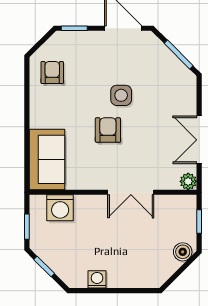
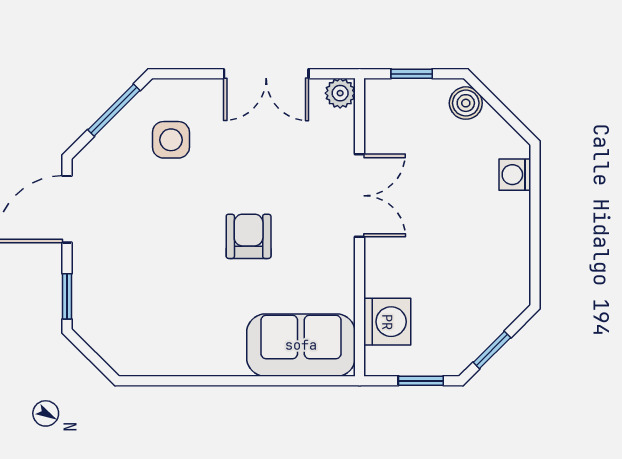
armchair: (52, 73) -> (146, 336), removed
side table: (121, 95) -> (171, 140), moved
armchair: (108, 130) -> (249, 236), turned 90
washing machine: (97, 279) -> (515, 175), moved

